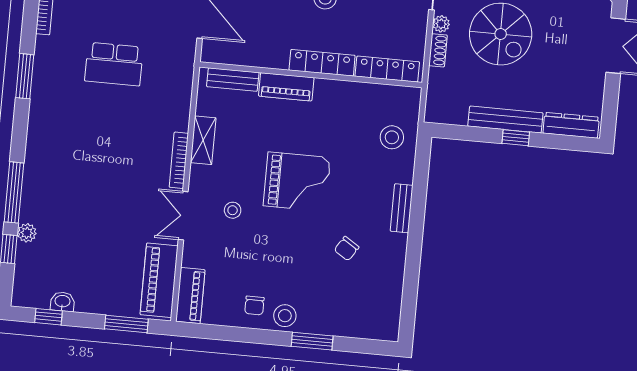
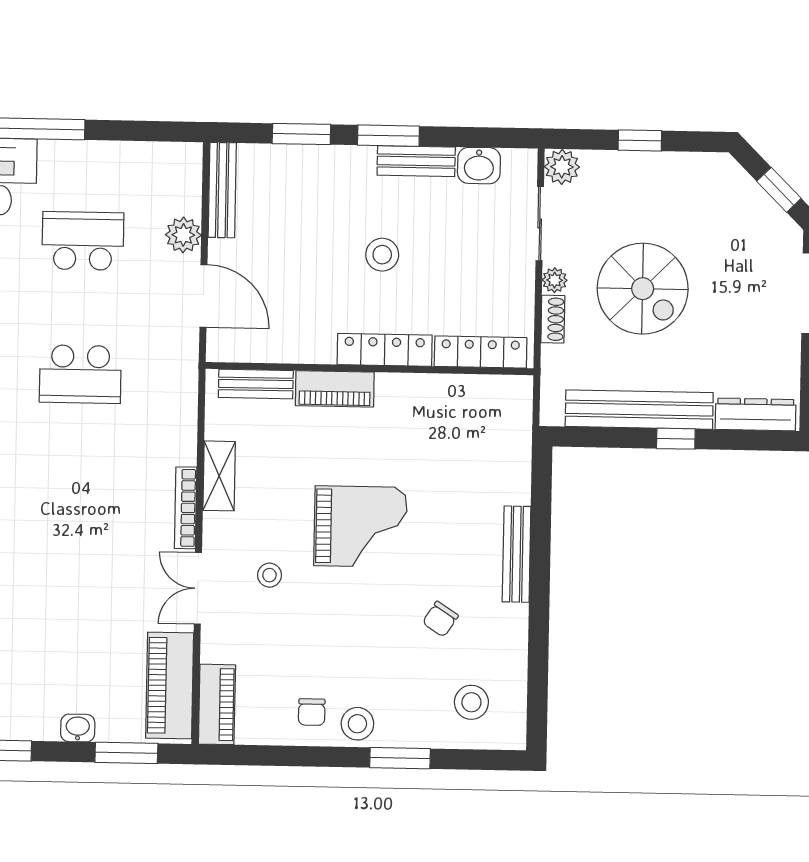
bench: (505, 120) -> (639, 410), width x1.37, depth x1.21
stool: (392, 137) -> (471, 702), moved
bench: (402, 208) -> (517, 554), width x1.36
washbasin: (62, 302) -> (78, 728), moved

